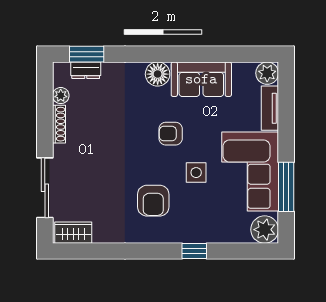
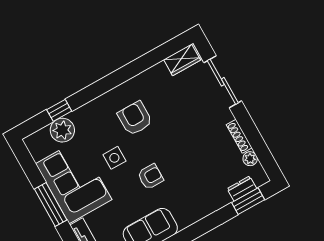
floor lamp: (158, 74) -> (186, 216), removed
window: (286, 187) -> (51, 205), moved
plant: (265, 230) -> (62, 130), moved
window: (194, 251) -> (59, 110), moved

